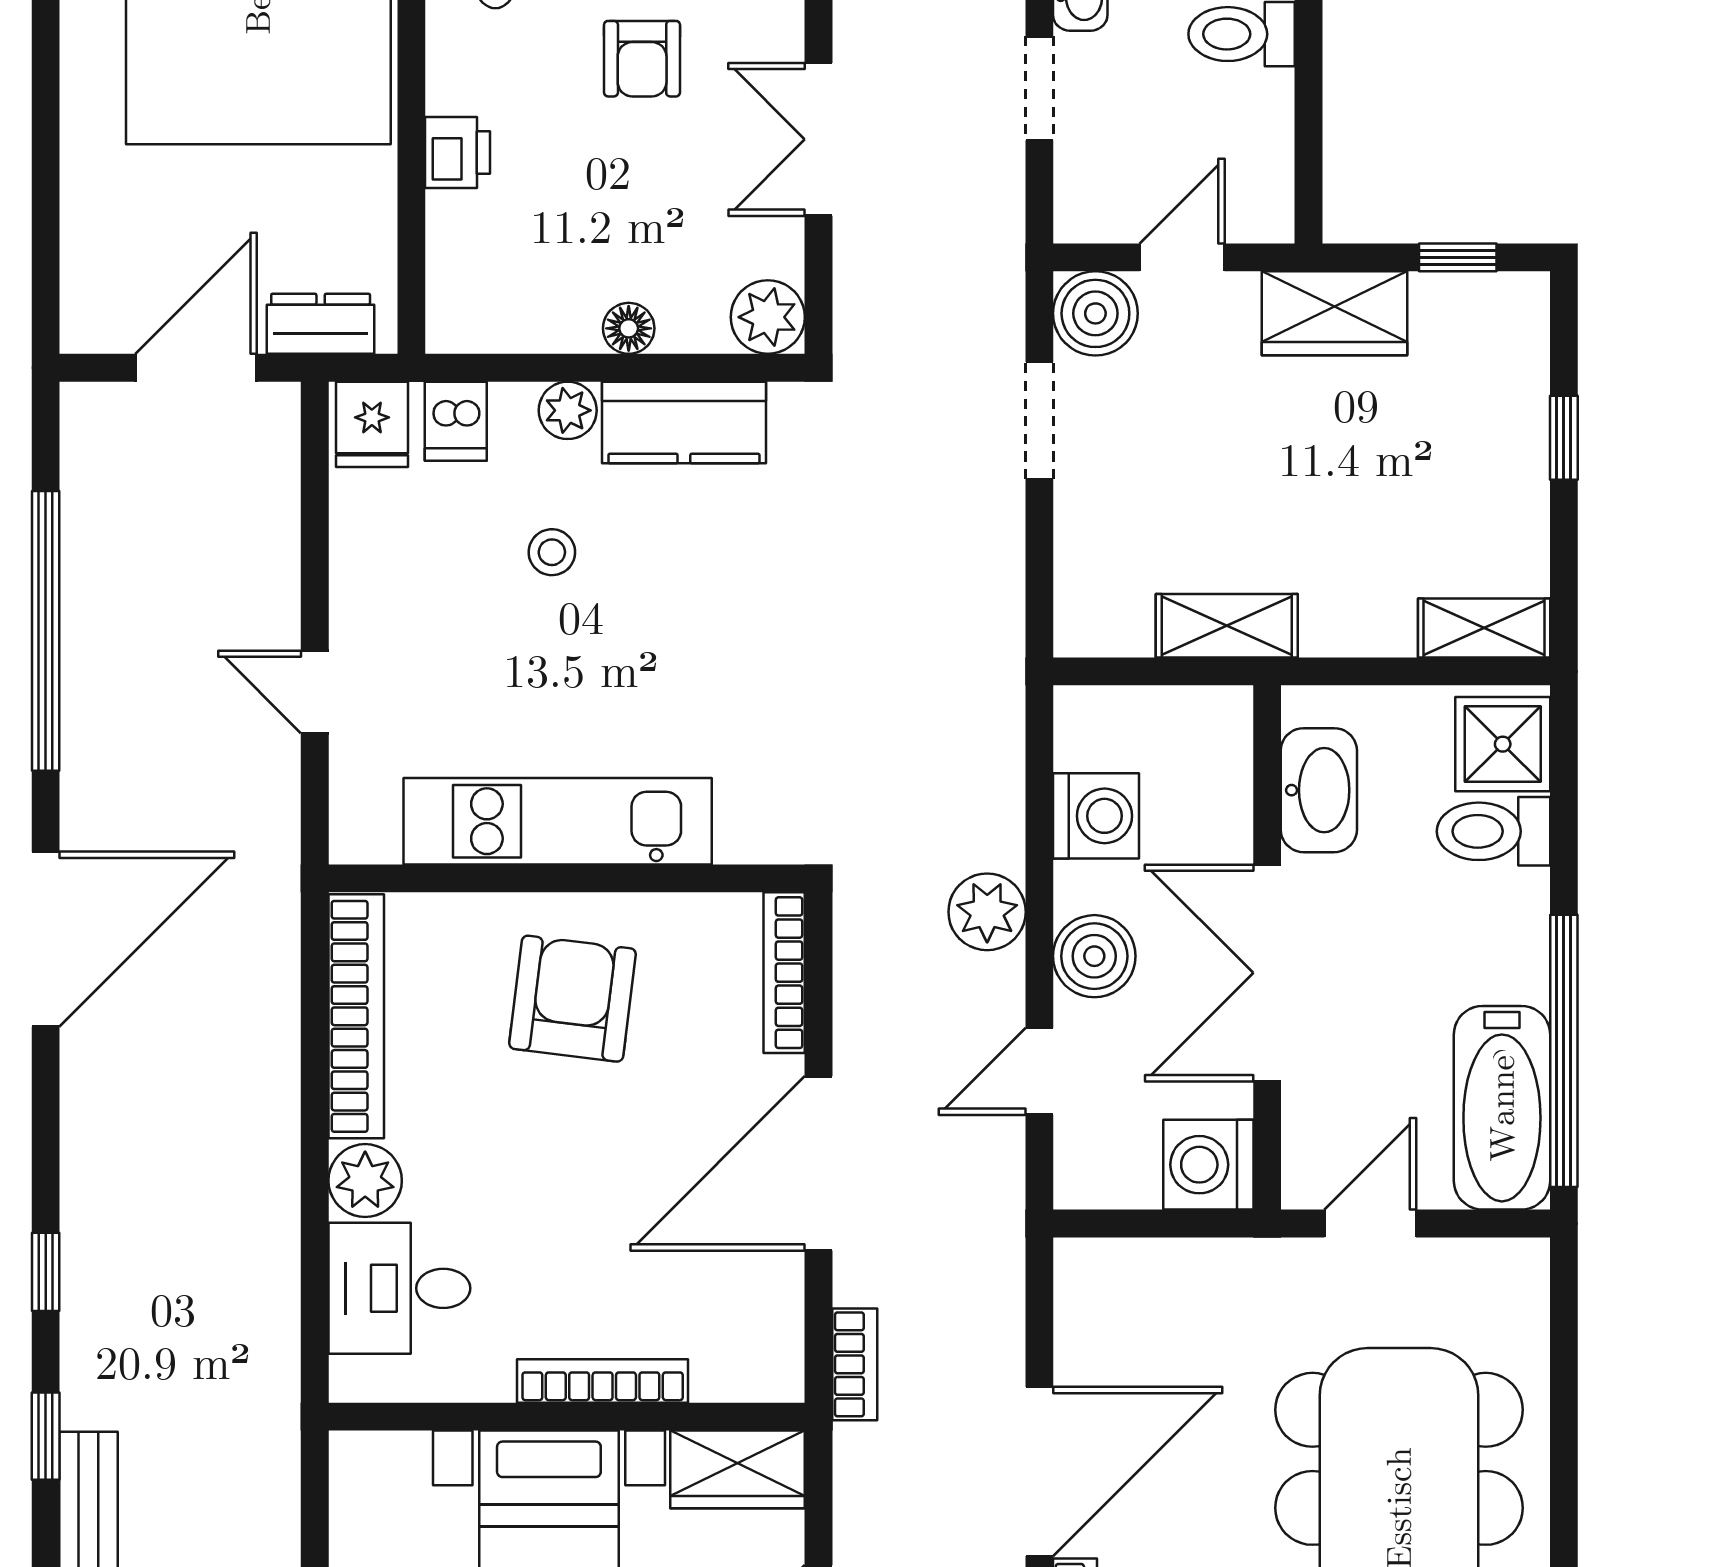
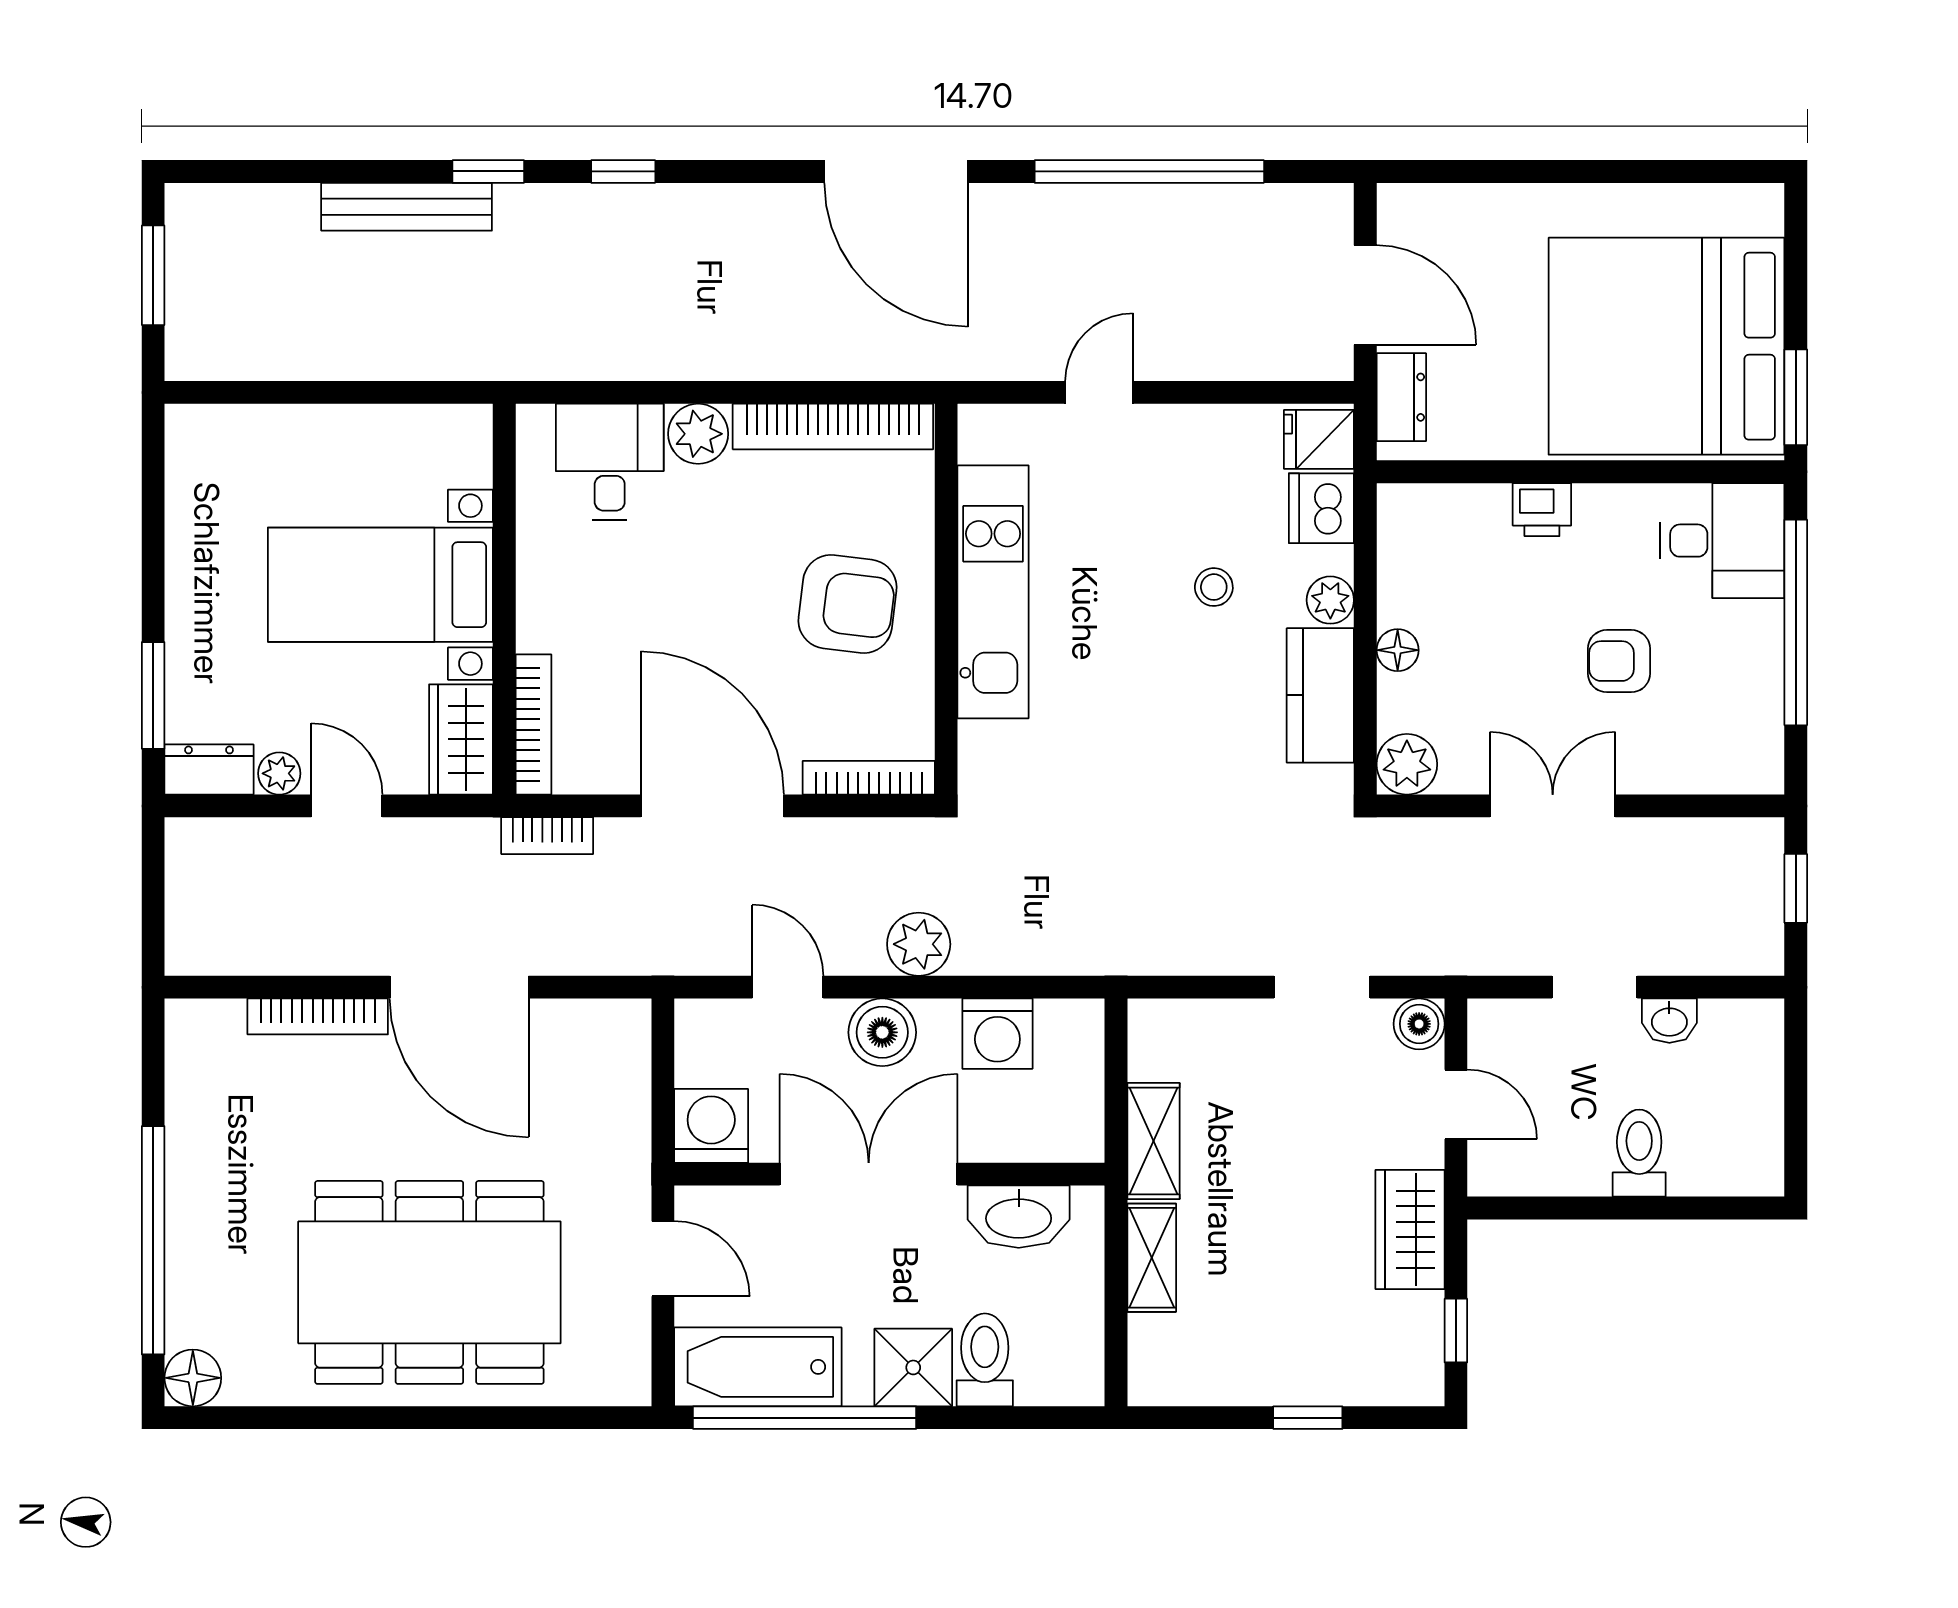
boiler: (1095, 313) -> (1419, 1024), width x0.73, depth x0.73
dishwasher: (456, 421) -> (1321, 508), width x1.38
shelving: (1484, 628) -> (1152, 1258), moved
shower: (1503, 744) -> (913, 1367), moved
bookcase: (603, 1381) -> (534, 725), moved

